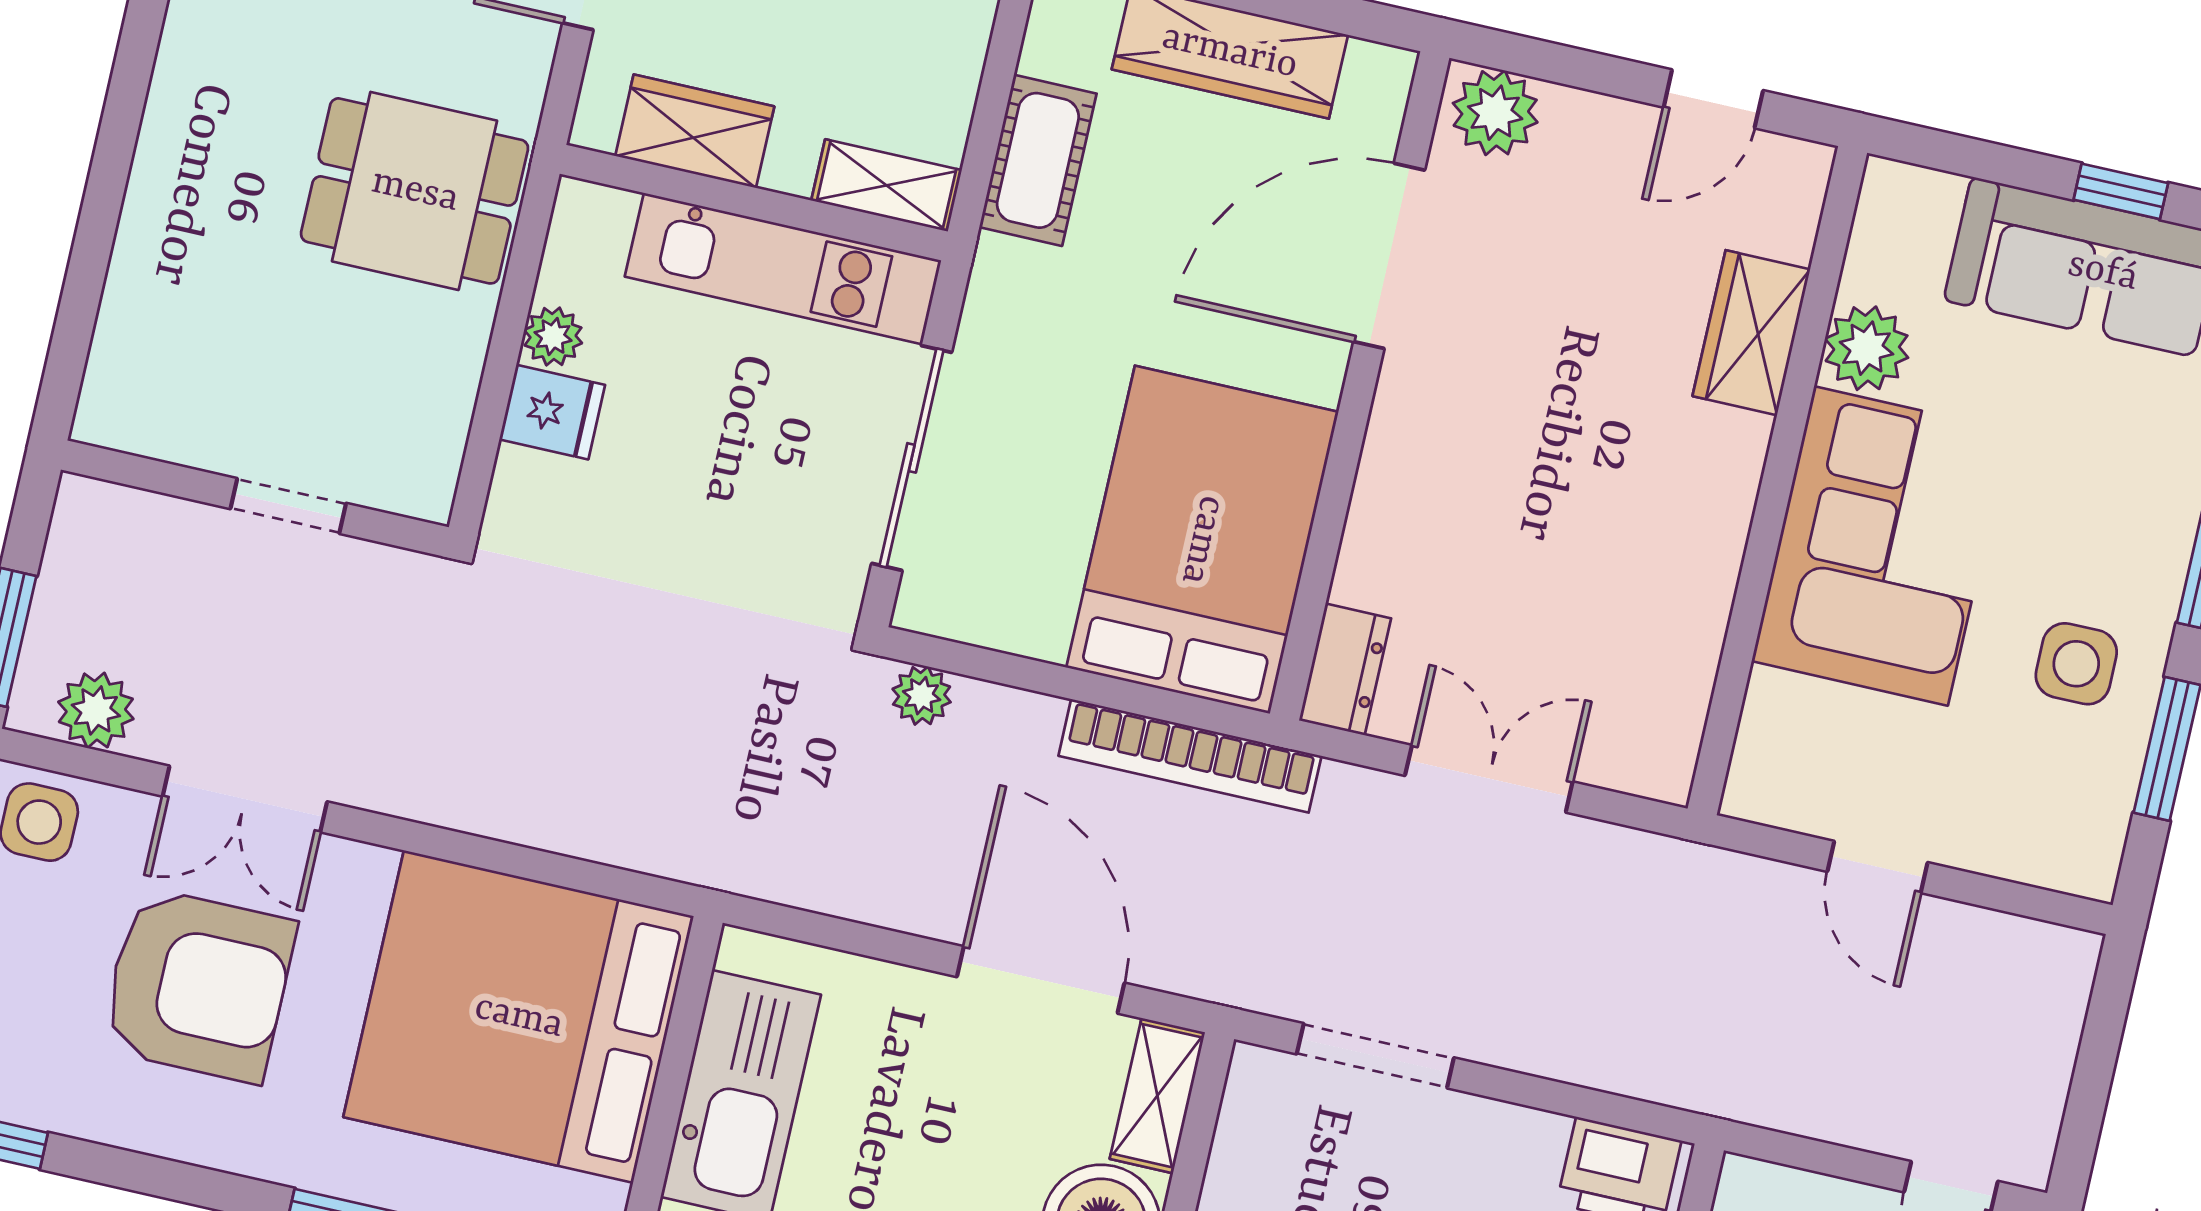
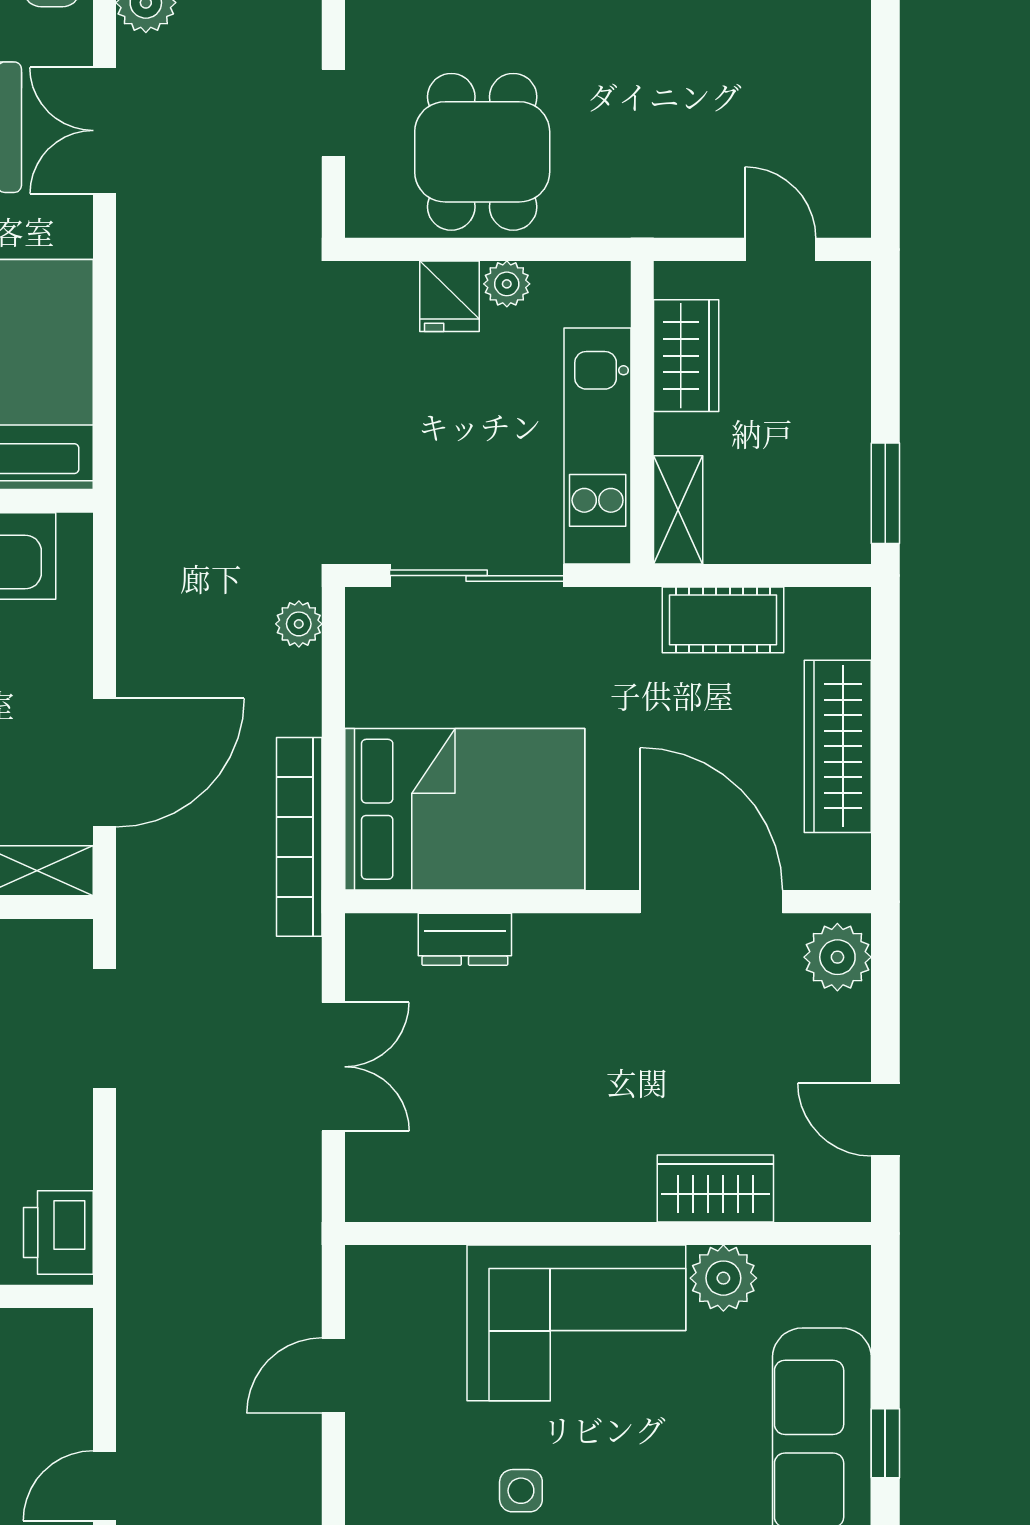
dining table: (415, 191) -> (482, 152), moved
side table: (2076, 664) -> (521, 1491), width x0.73, depth x0.73
dresser: (1345, 669) -> (465, 939), moved

